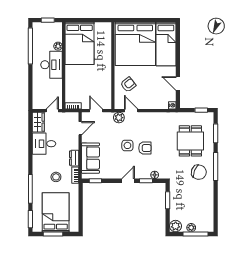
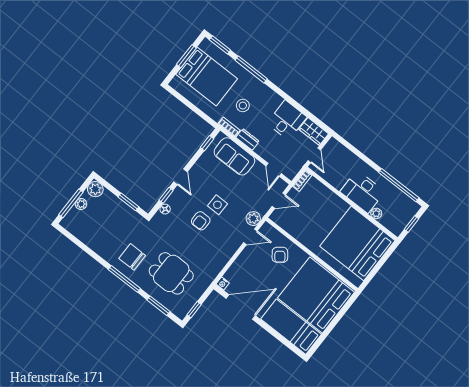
bed: (80, 43) -> (357, 243), width x1.36
door: (178, 83) -> (241, 307), width x1.87
chair: (199, 172) -> (132, 257), turned 69

